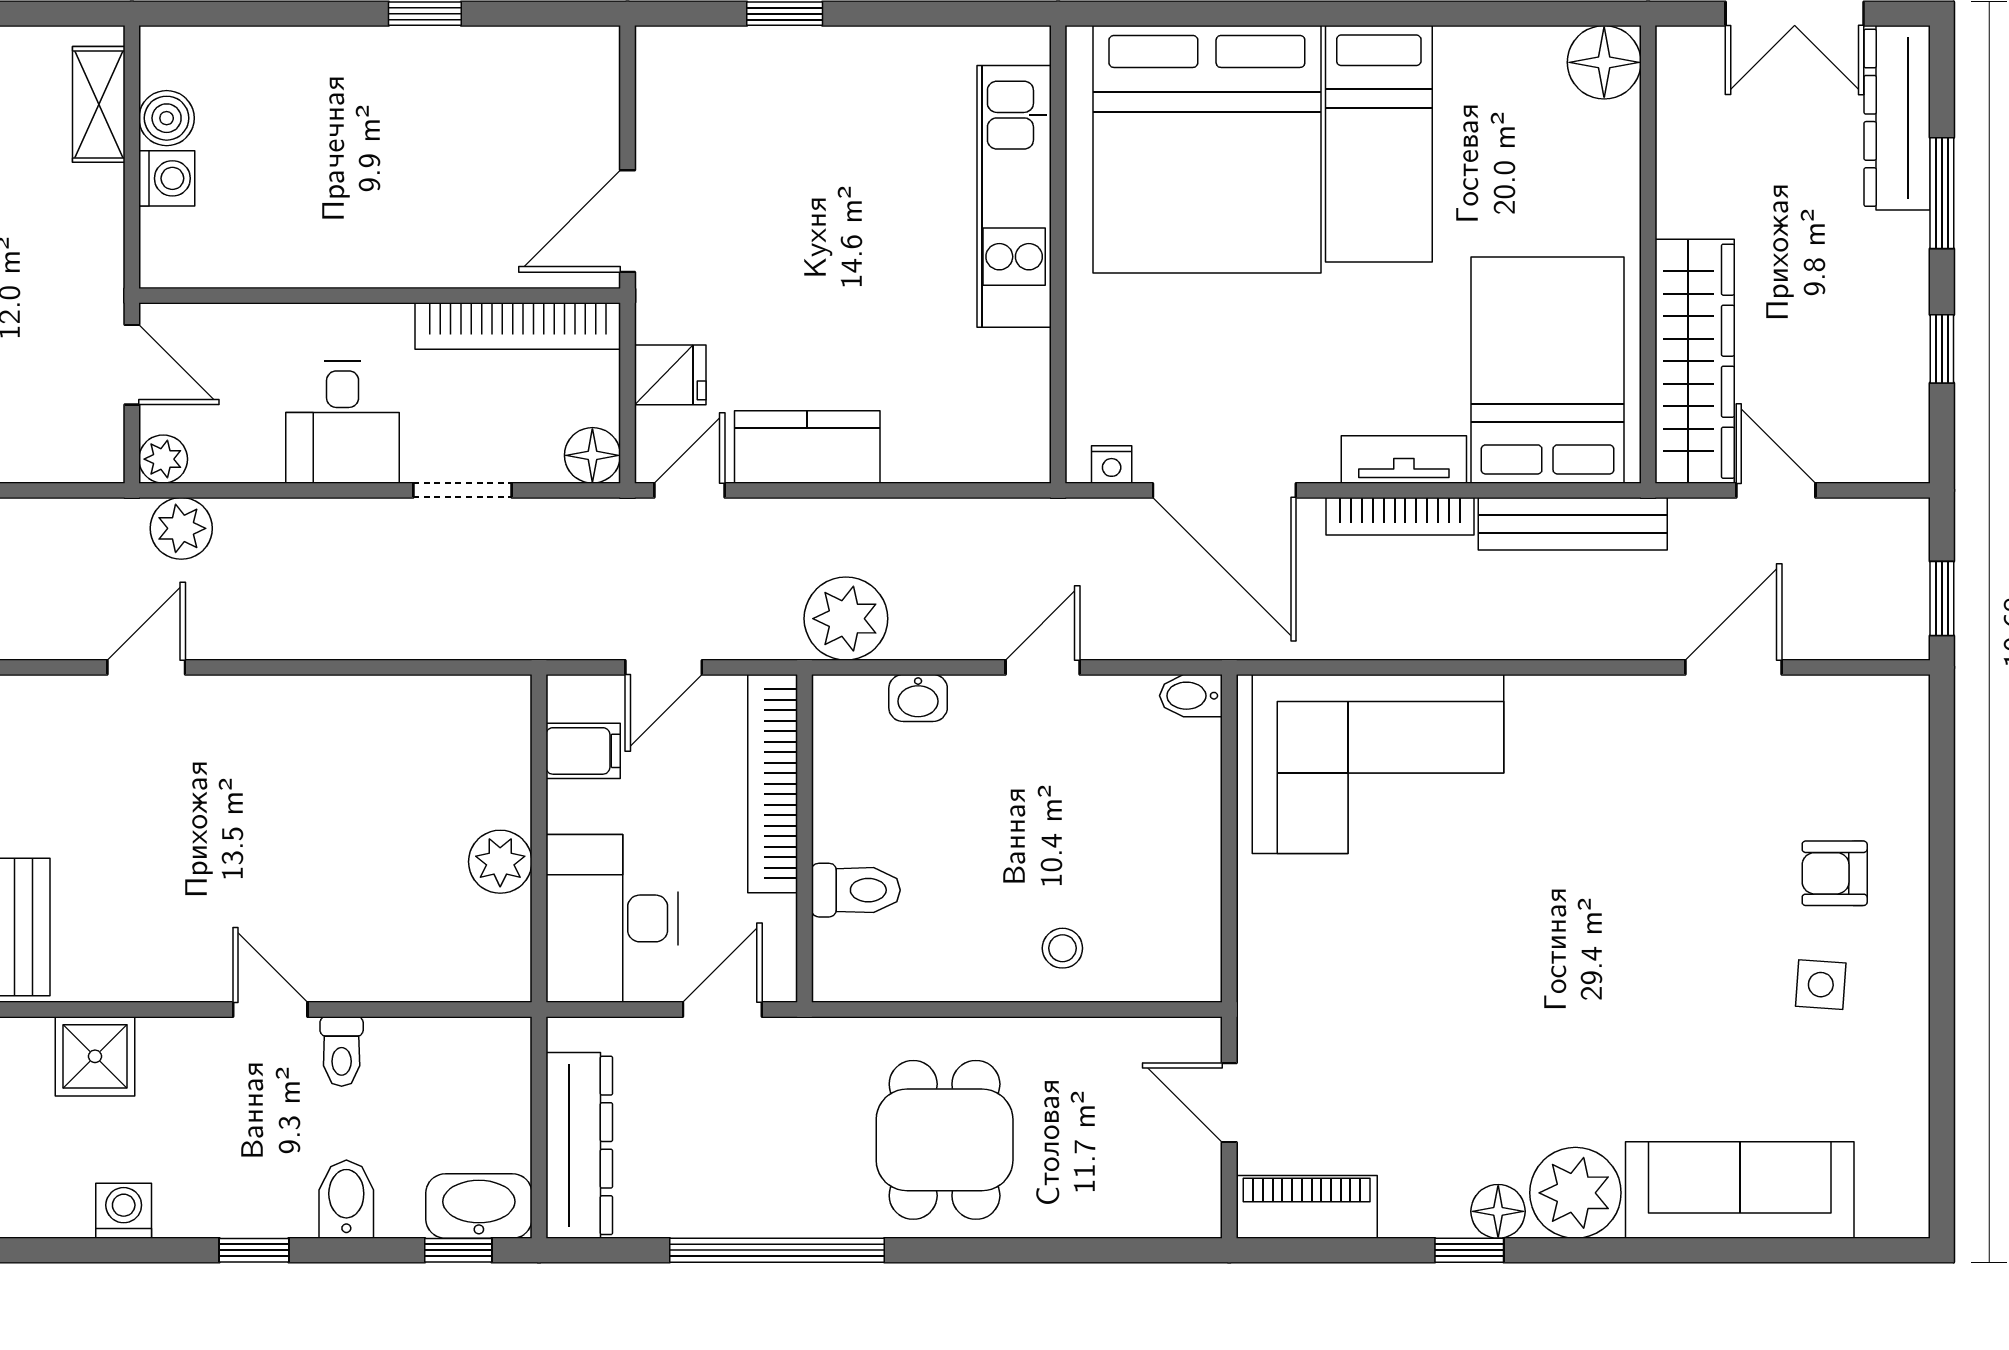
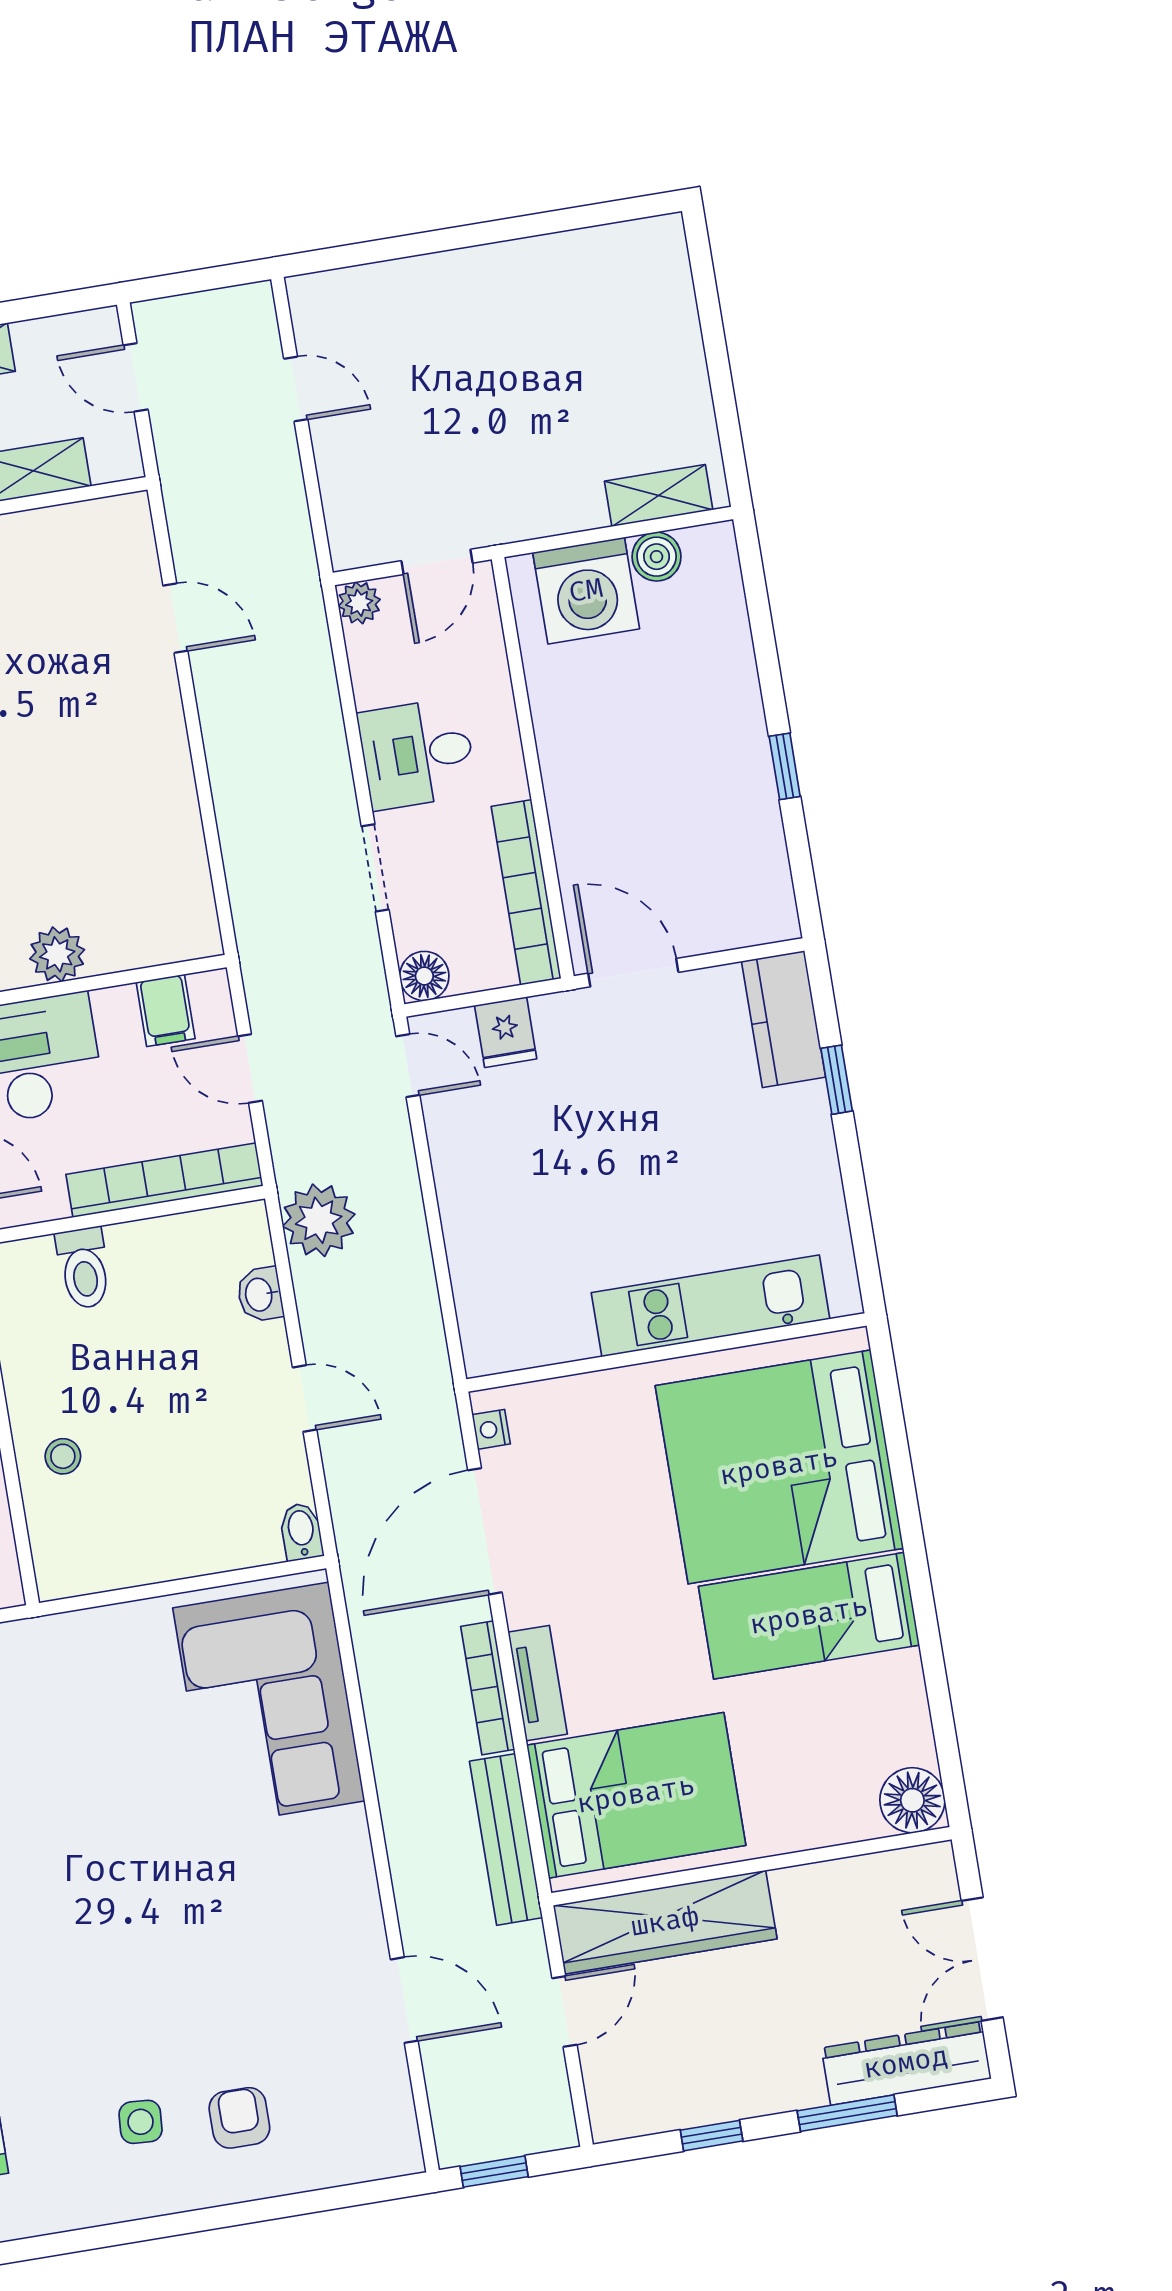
washing machine: (167, 178) -> (586, 591), width x1.89, depth x1.89
kitchen counter: (807, 447) -> (784, 1019), moved, turned 180
plant: (181, 528) -> (301, 628), removed

